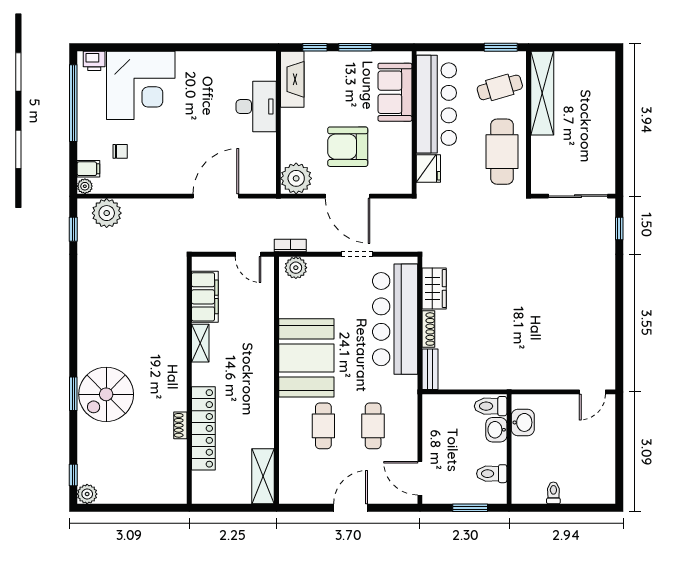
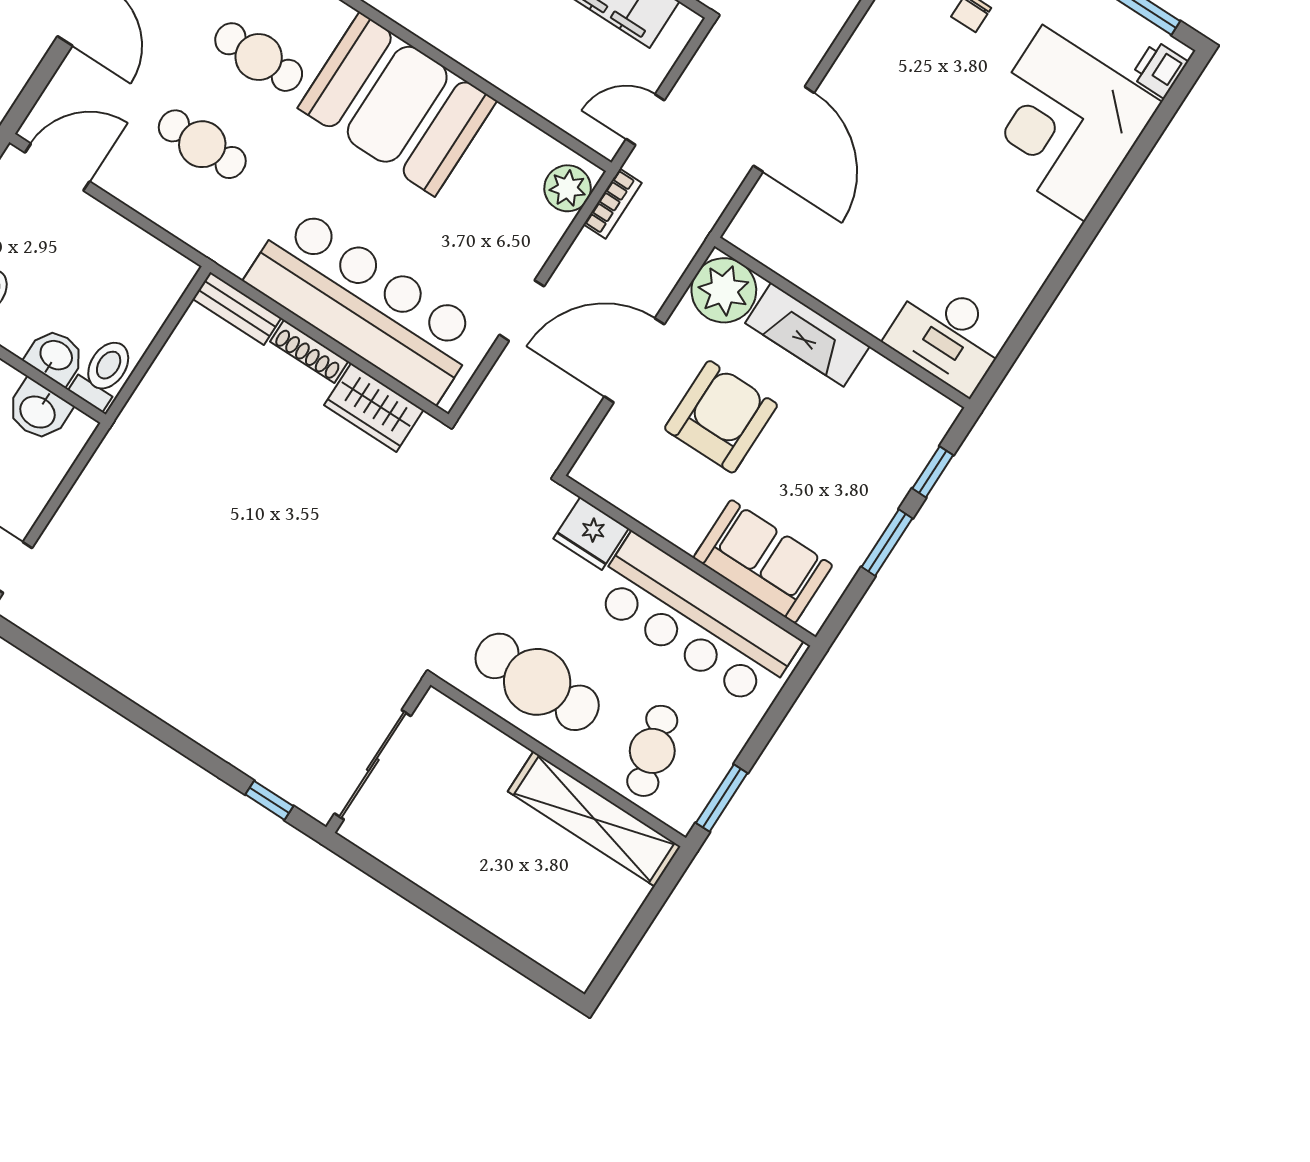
fireplace: (292, 79) -> (807, 335), moved
desk: (256, 107) -> (948, 336), moved

